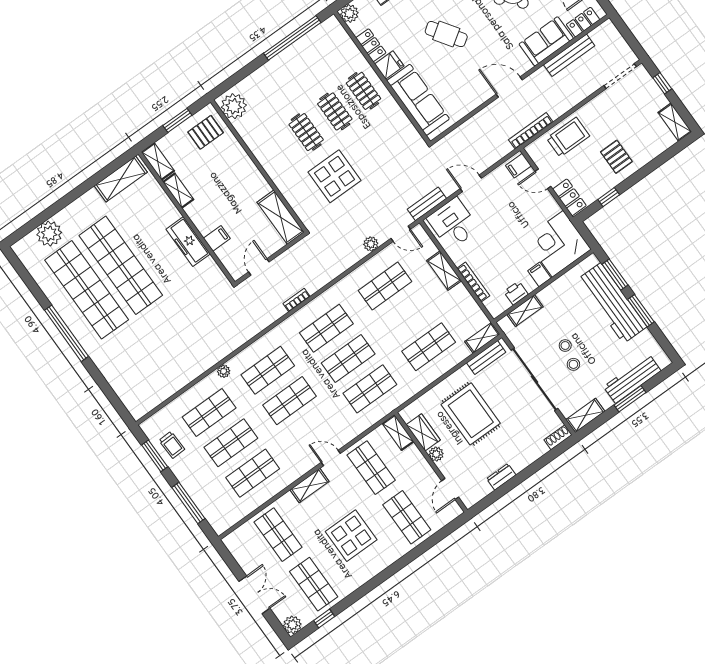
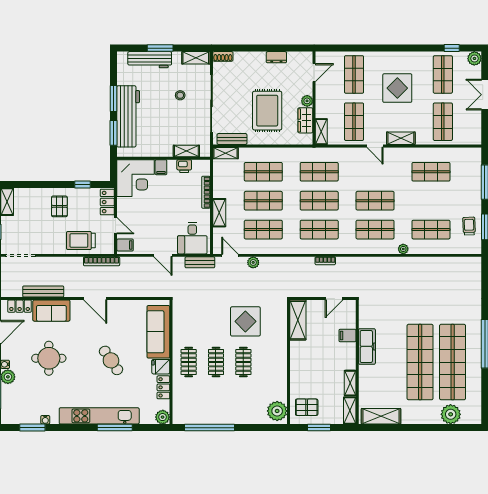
stool: (565, 346) -> (177, 111), removed
shop shelf: (231, 443) -> (263, 201), moved

